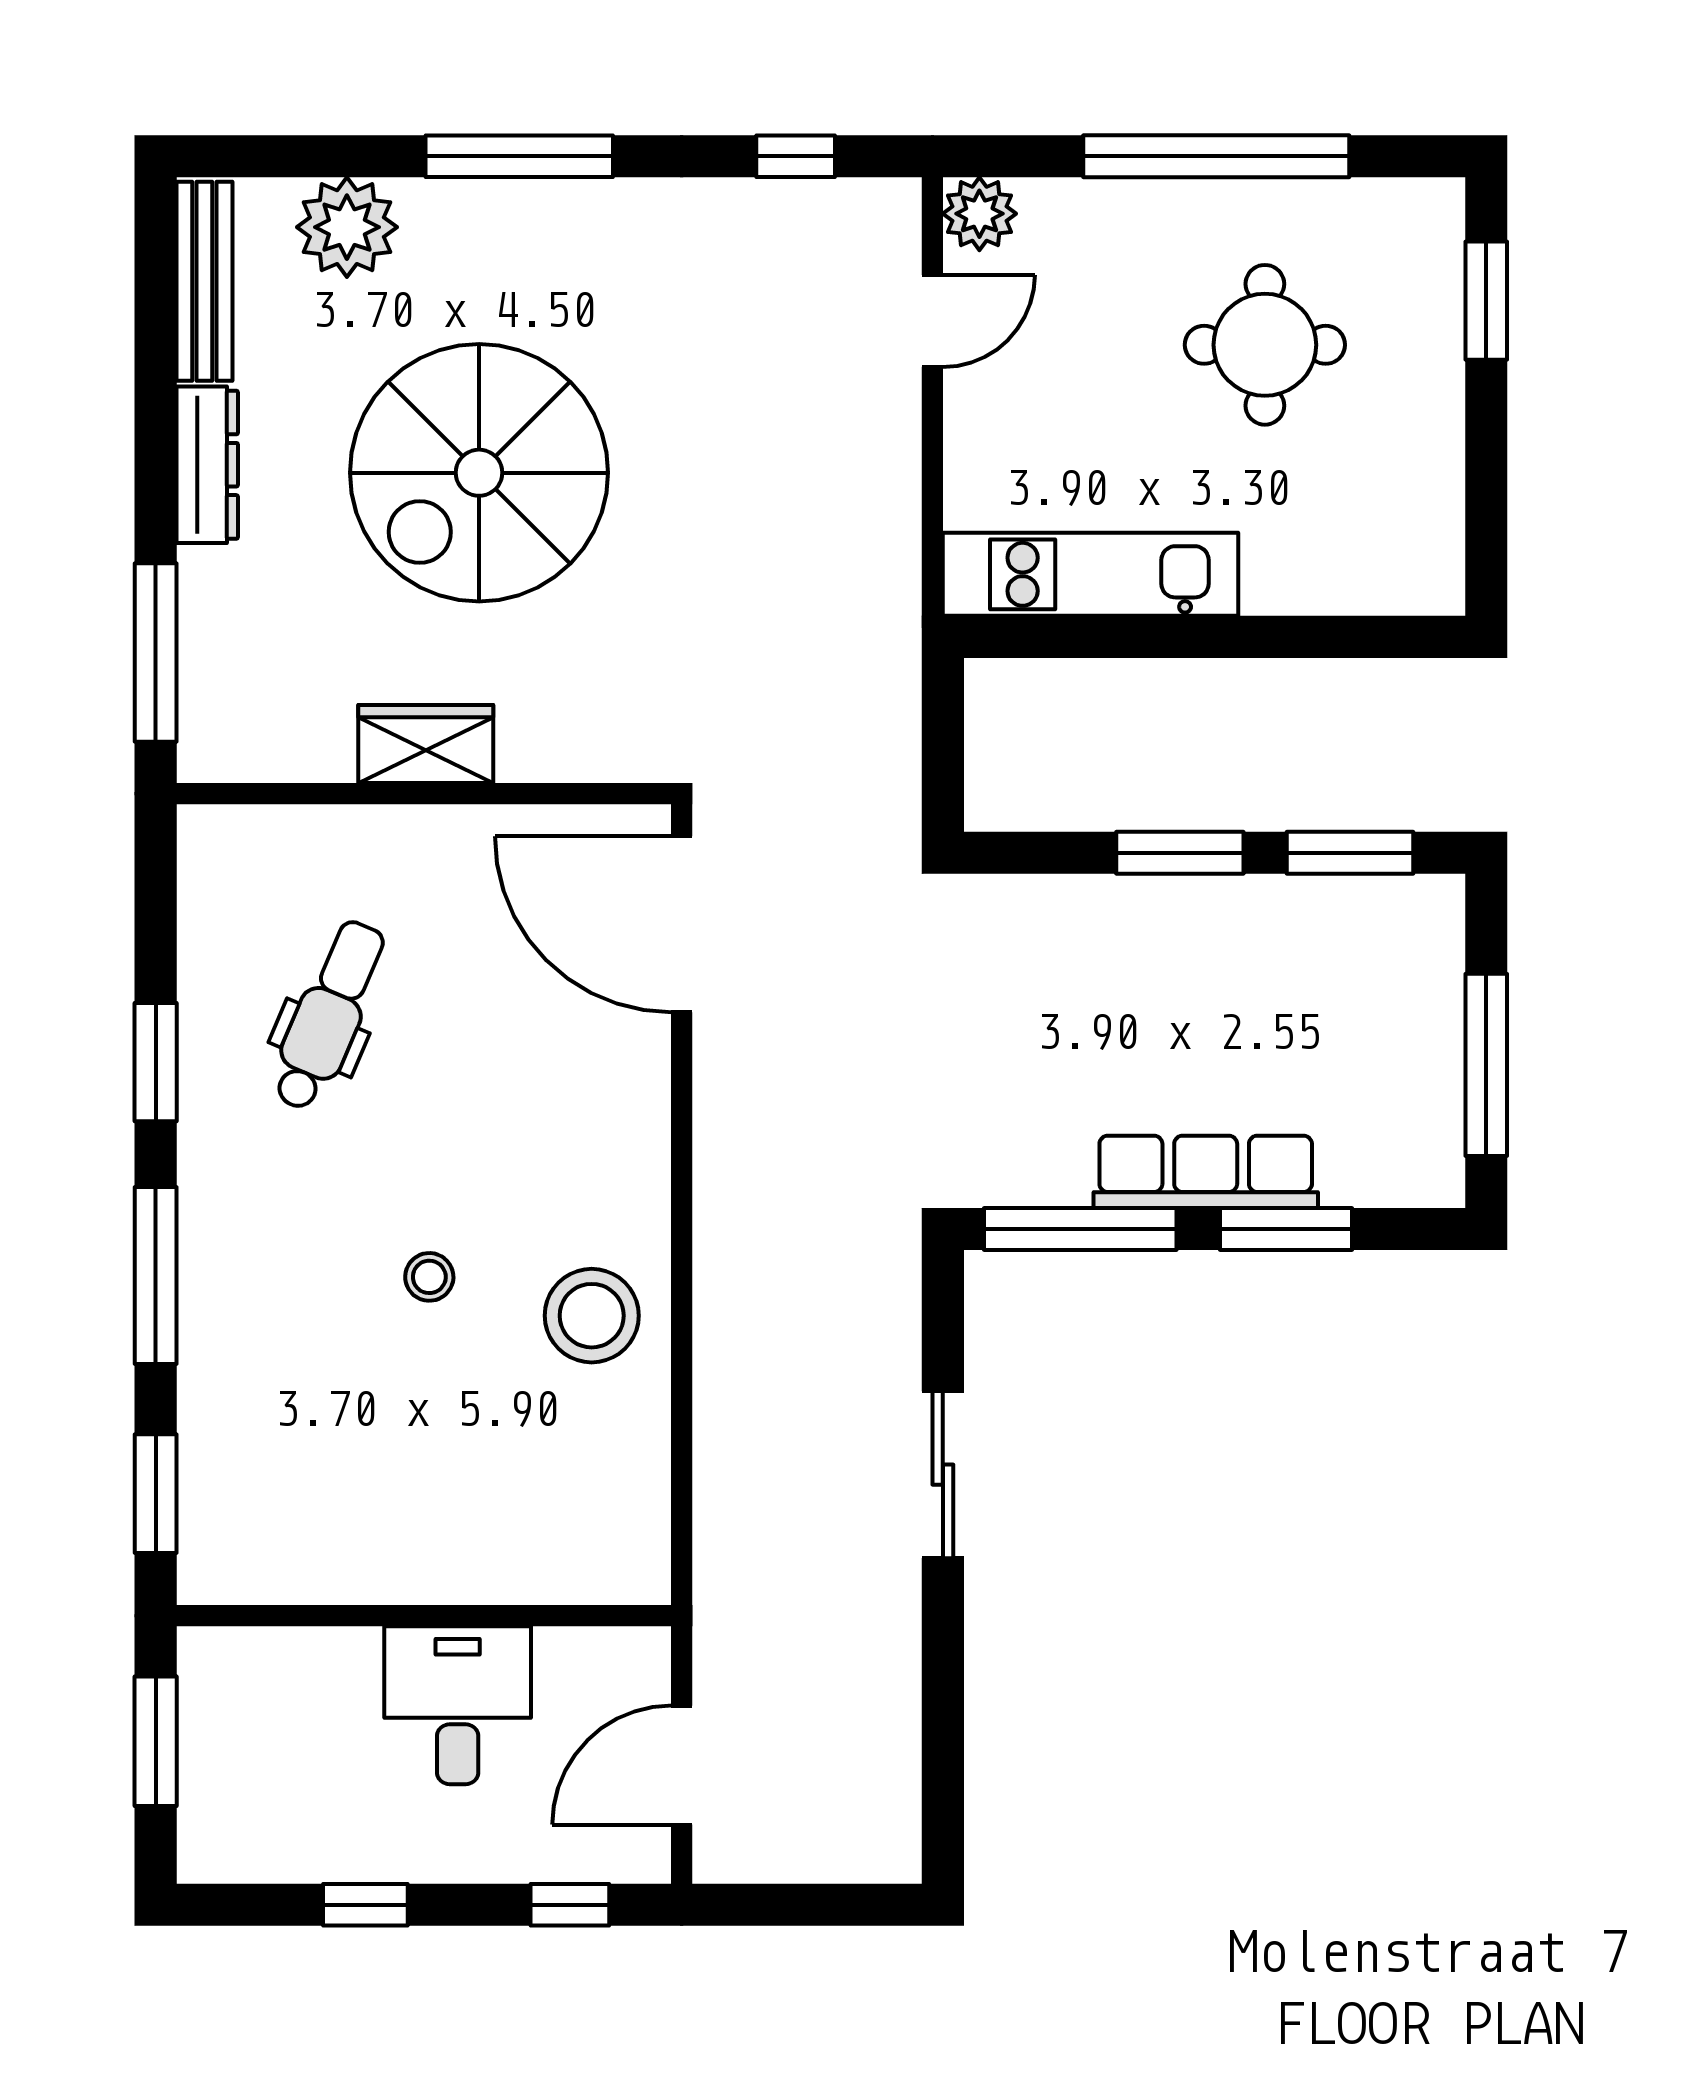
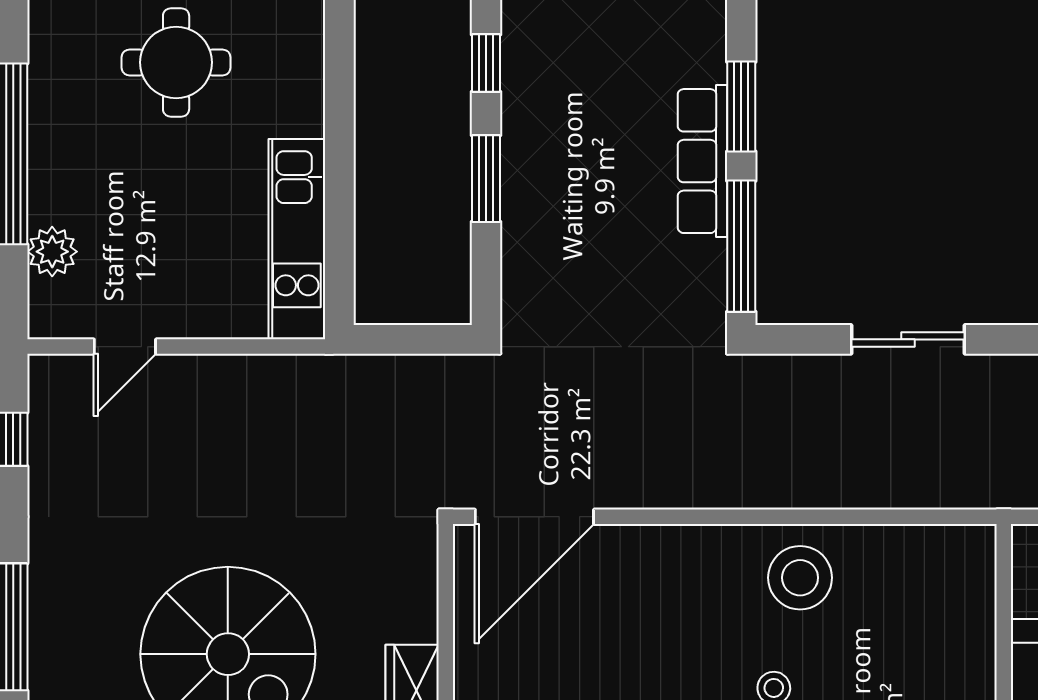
plant: (979, 214) -> (52, 252), moved
door: (932, 321) -> (125, 347), swing flipped
round table: (1265, 345) -> (176, 62), moved
window: (1350, 853) -> (486, 63), width x0.67

